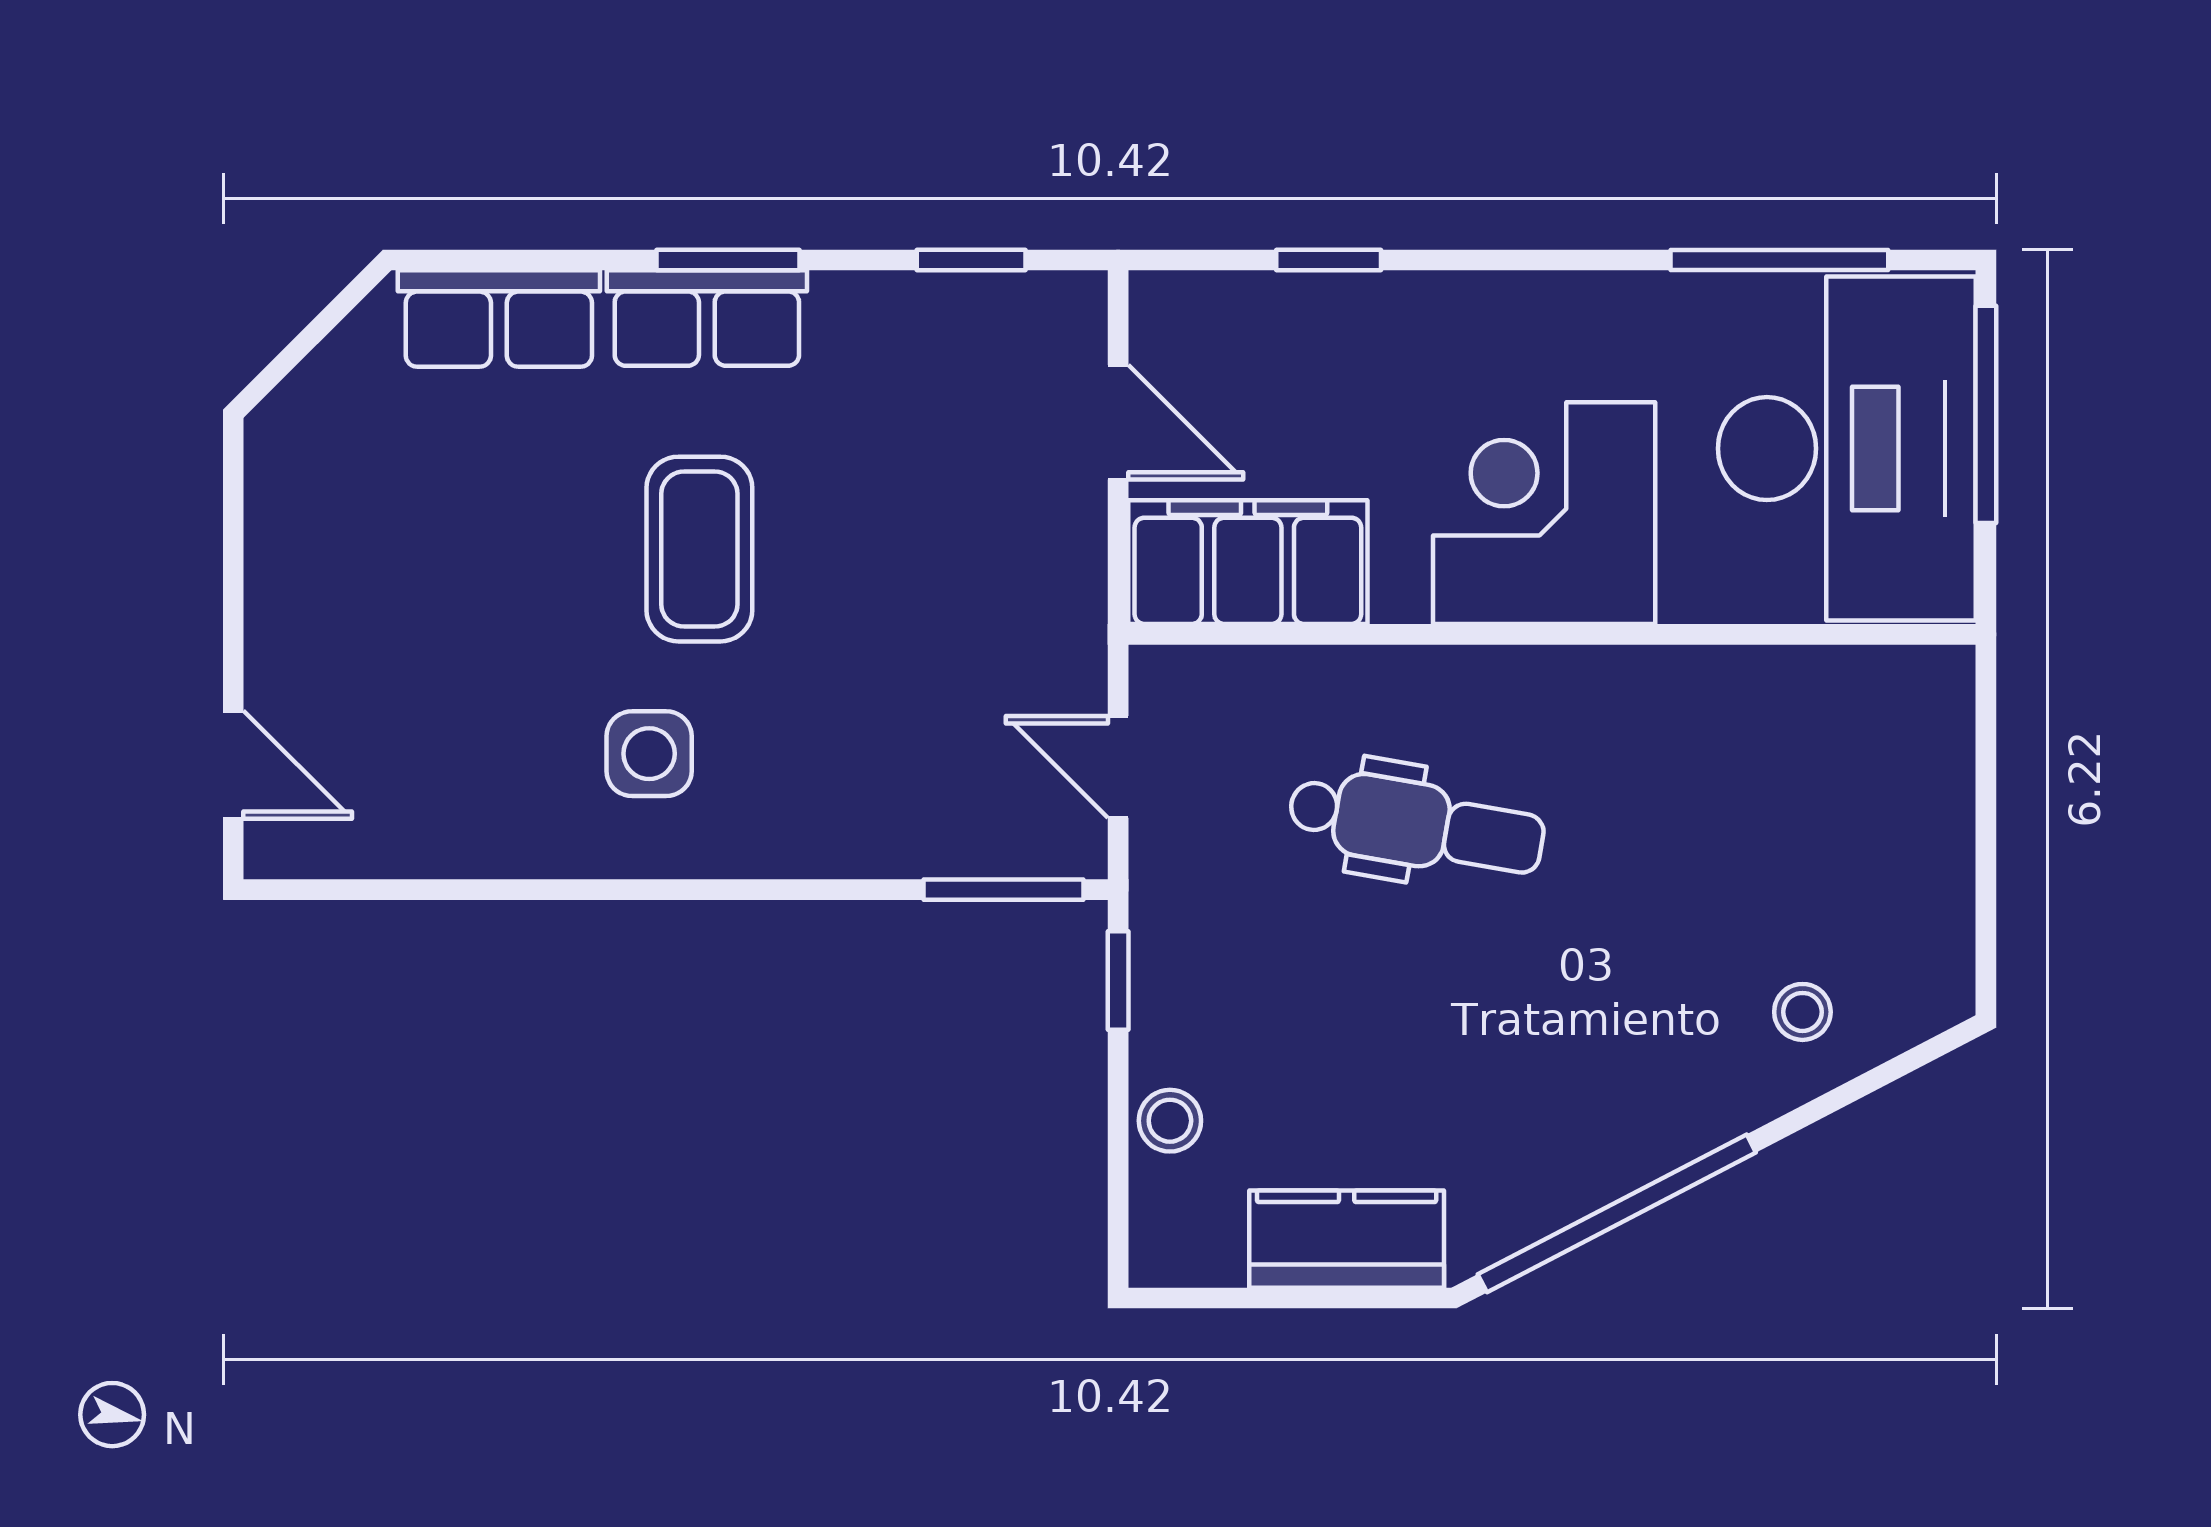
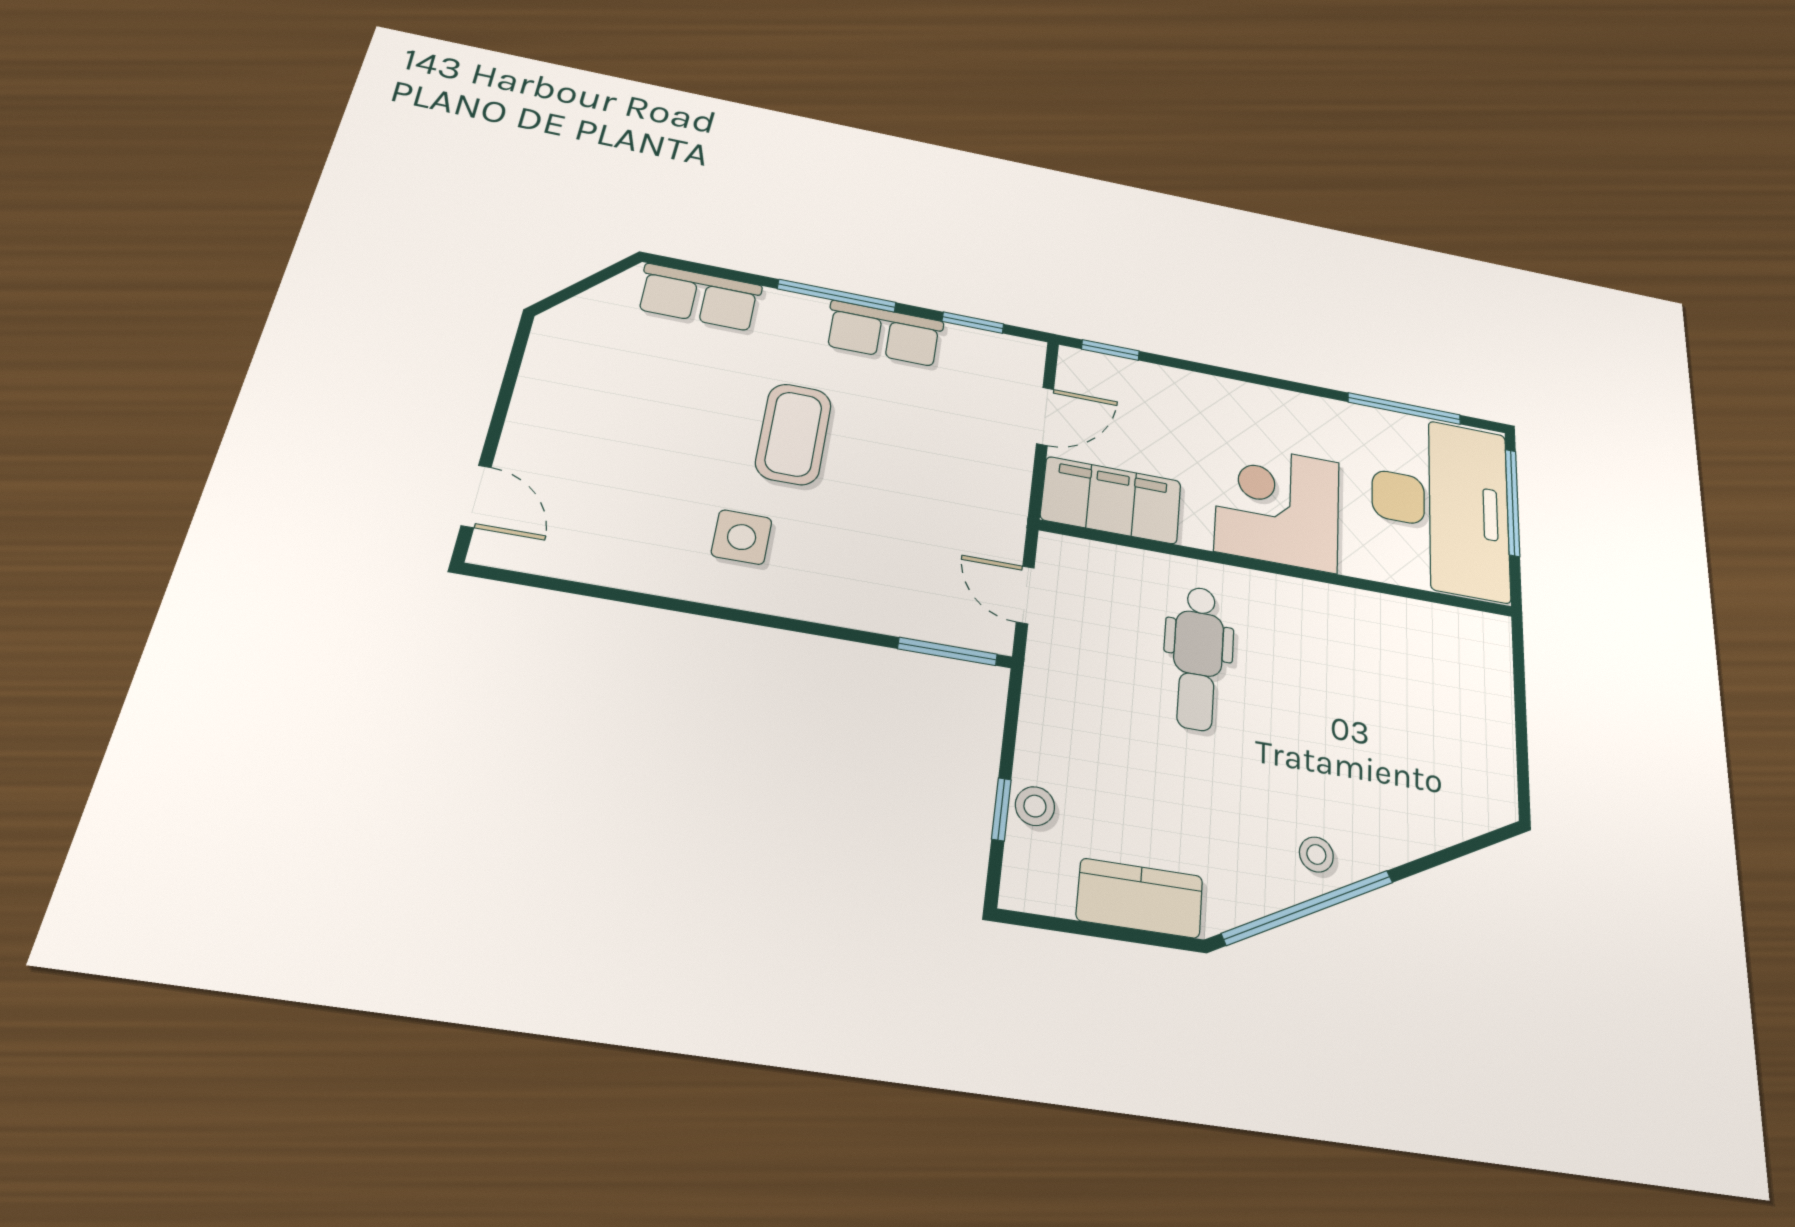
window: (728, 260) -> (837, 296), width x1.44
window: (1329, 260) -> (1110, 350), moved
row of seats: (707, 318) -> (884, 333), moved
door: (1118, 422) -> (1045, 416), hinge flipped
dental chair: (1416, 825) -> (1198, 658), turned 80
window: (1118, 980) -> (1001, 809), moved
stool: (1802, 1012) -> (1316, 854), moved

